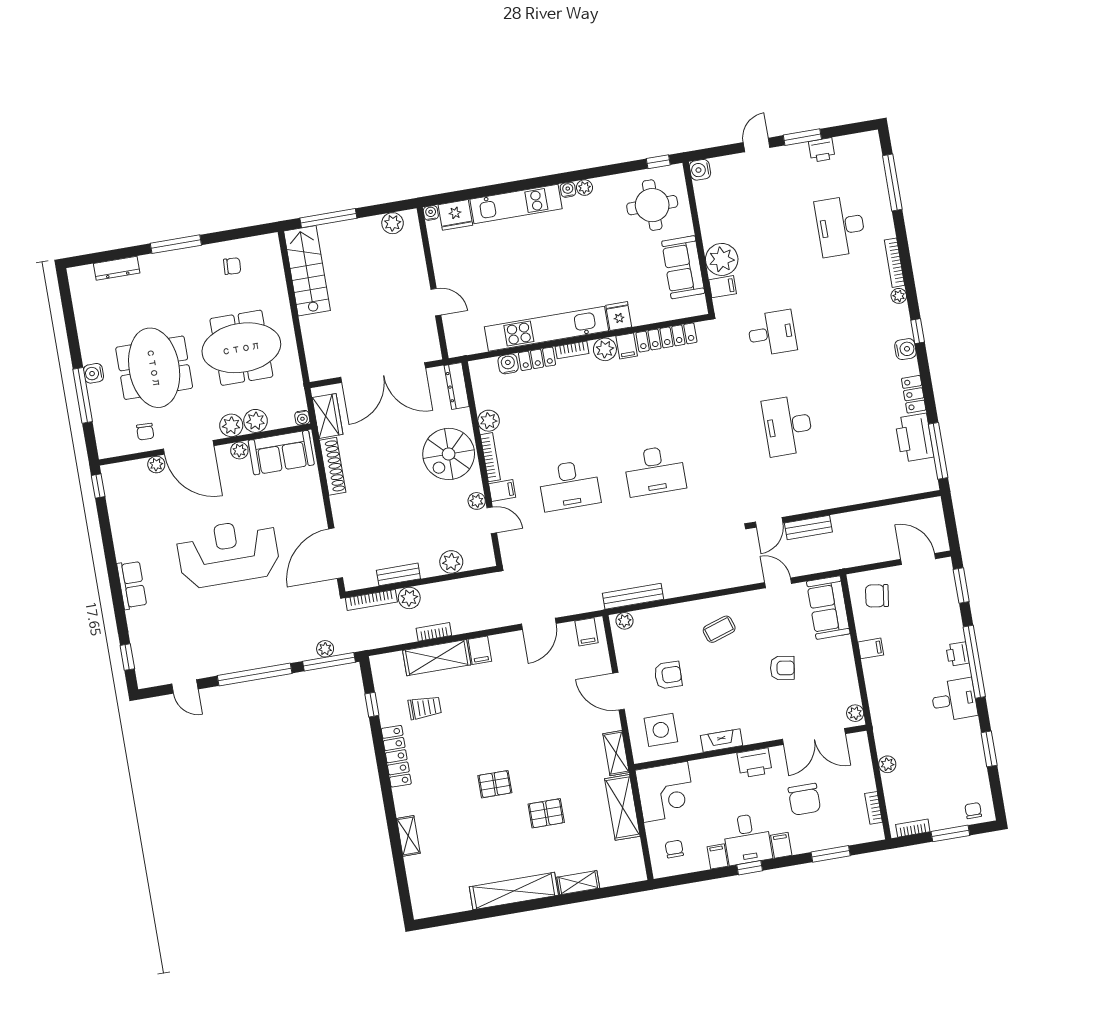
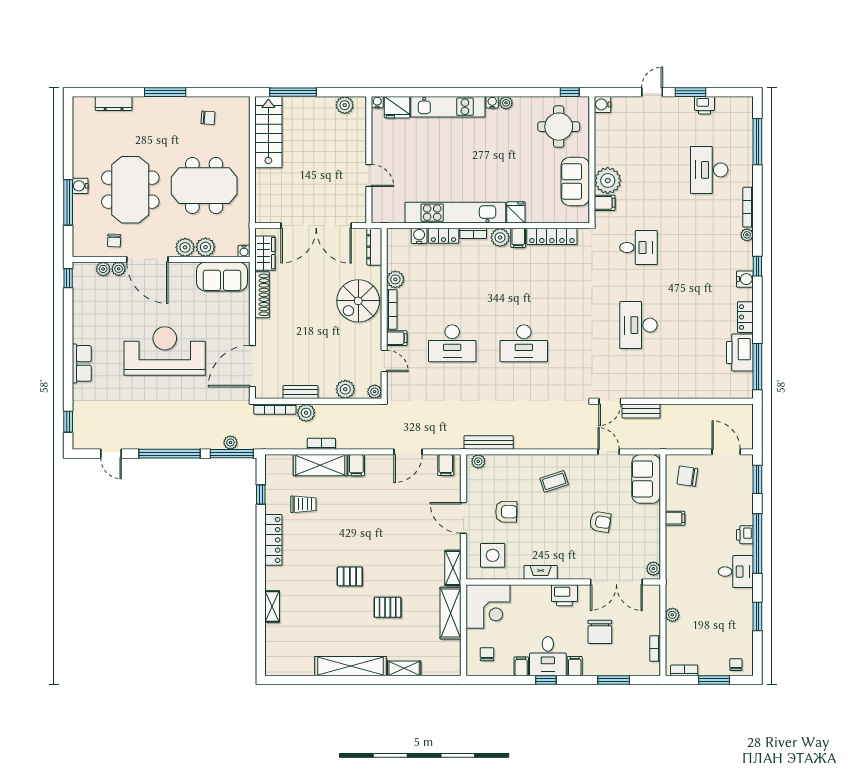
plant: (239, 450) -> (103, 269), moved
plant: (477, 501) -> (375, 392), moved

